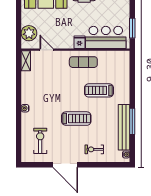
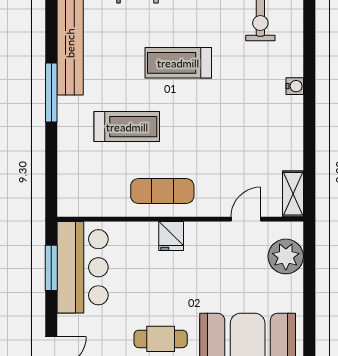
bar counter: (106, 37) -> (83, 267), moved, turned -90
door: (46, 50) -> (246, 219), swing flipped
window: (132, 121) -> (51, 93), moved

